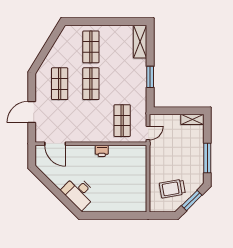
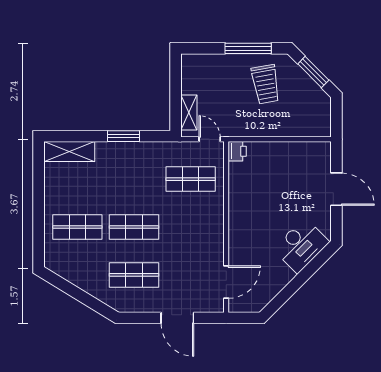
shelving: (192, 119) -> (189, 113), moved
printer: (102, 151) -> (237, 151), moved
trolley: (172, 189) -> (266, 84), moved
door: (116, 215) -> (336, 189), added

